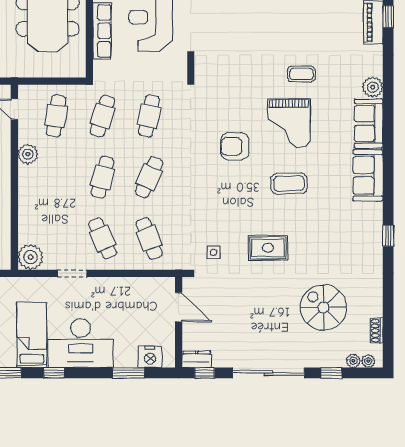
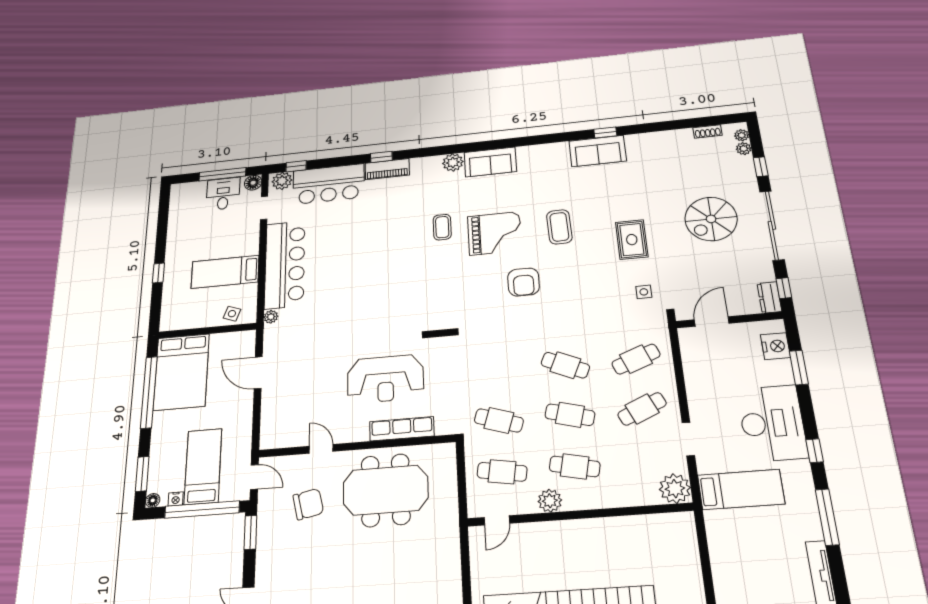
cafe table: (149, 116) -> (575, 466), moved
sofa: (368, 175) -> (598, 151), moved
spiral stairs: (323, 307) -> (711, 219), moved
bed: (32, 335) -> (741, 489), moved, turned 180

